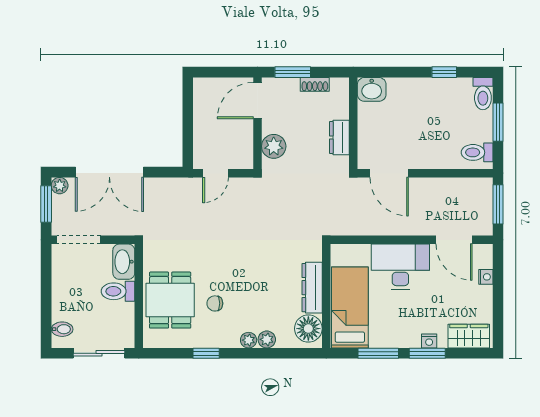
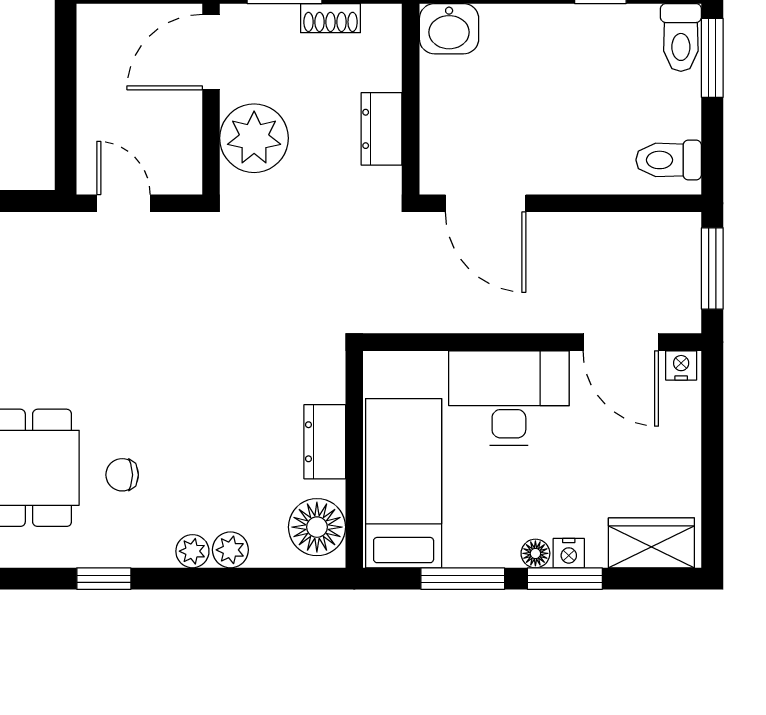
window: (498, 122) -> (712, 58), moved
plant: (274, 146) -> (254, 138), width x1.36, depth x1.36
door: (215, 173) -> (123, 203), swing flipped
nightstand: (486, 277) -> (681, 365), moved, turned -90
dresser: (312, 288) -> (325, 442), width x0.70
floor lamp: (413, 341) -> (535, 553), added

